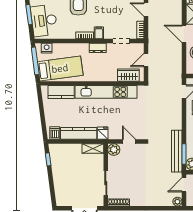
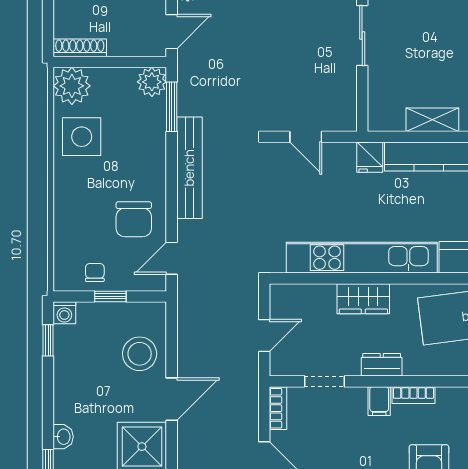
door: (184, 34) -> (172, 399), hinge flipped
wardrobe: (128, 75) -> (363, 299), moved
shelving: (93, 149) -> (432, 120), moved
plant: (114, 150) -> (343, 117), removed
bench: (177, 151) -> (189, 168), moved

